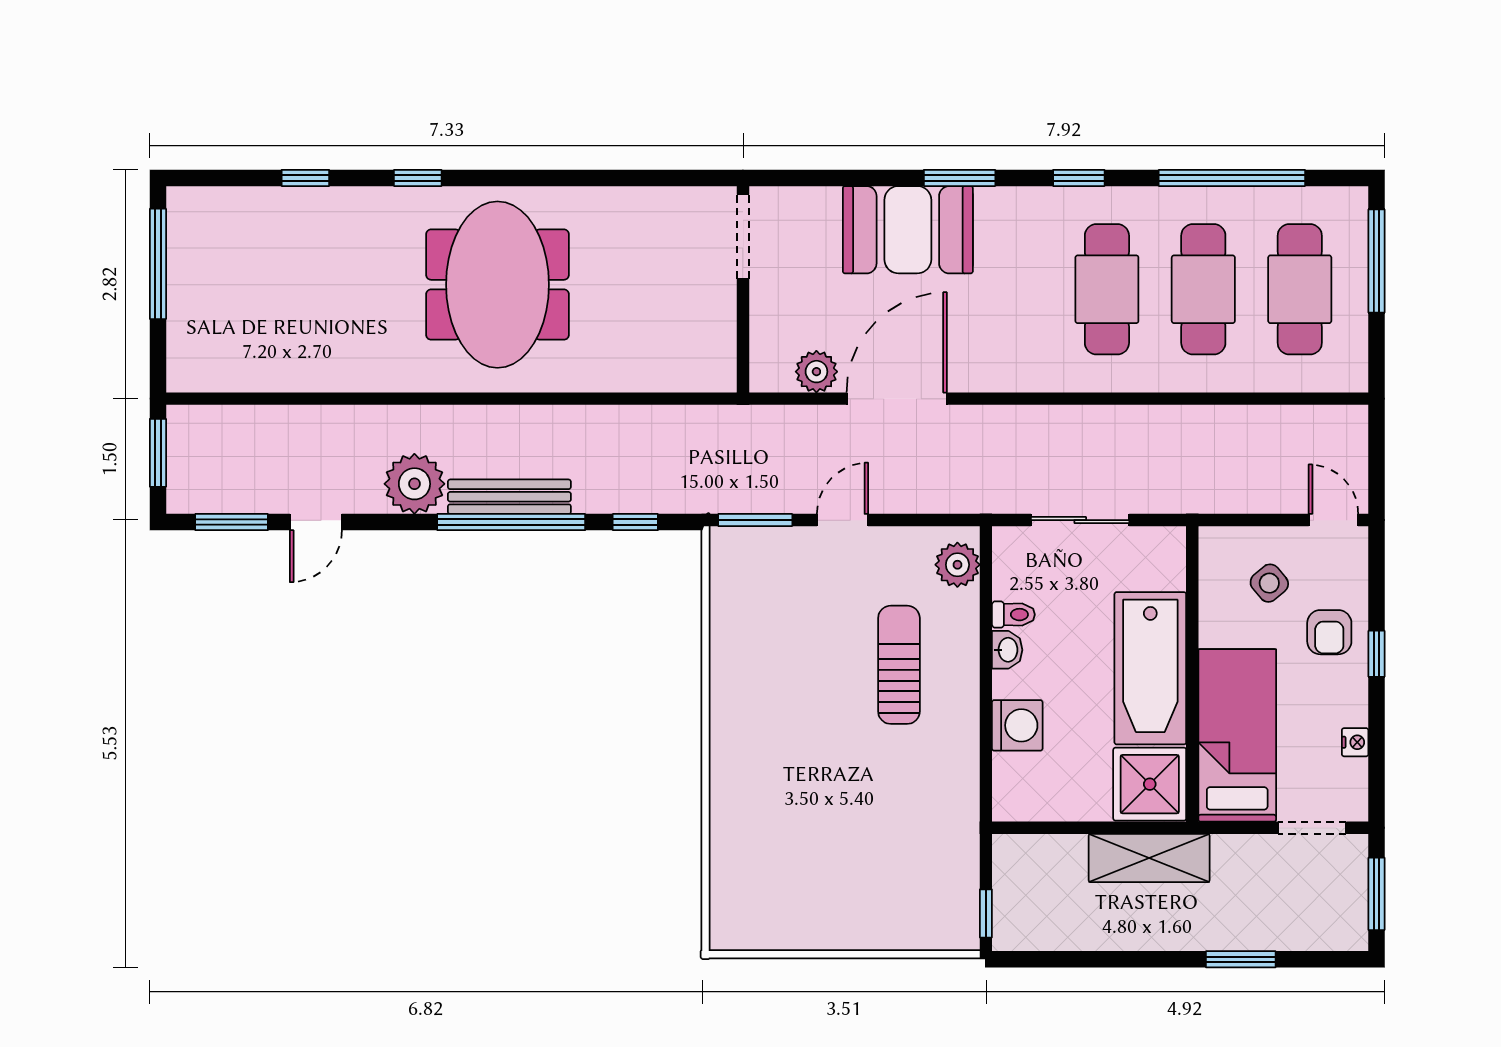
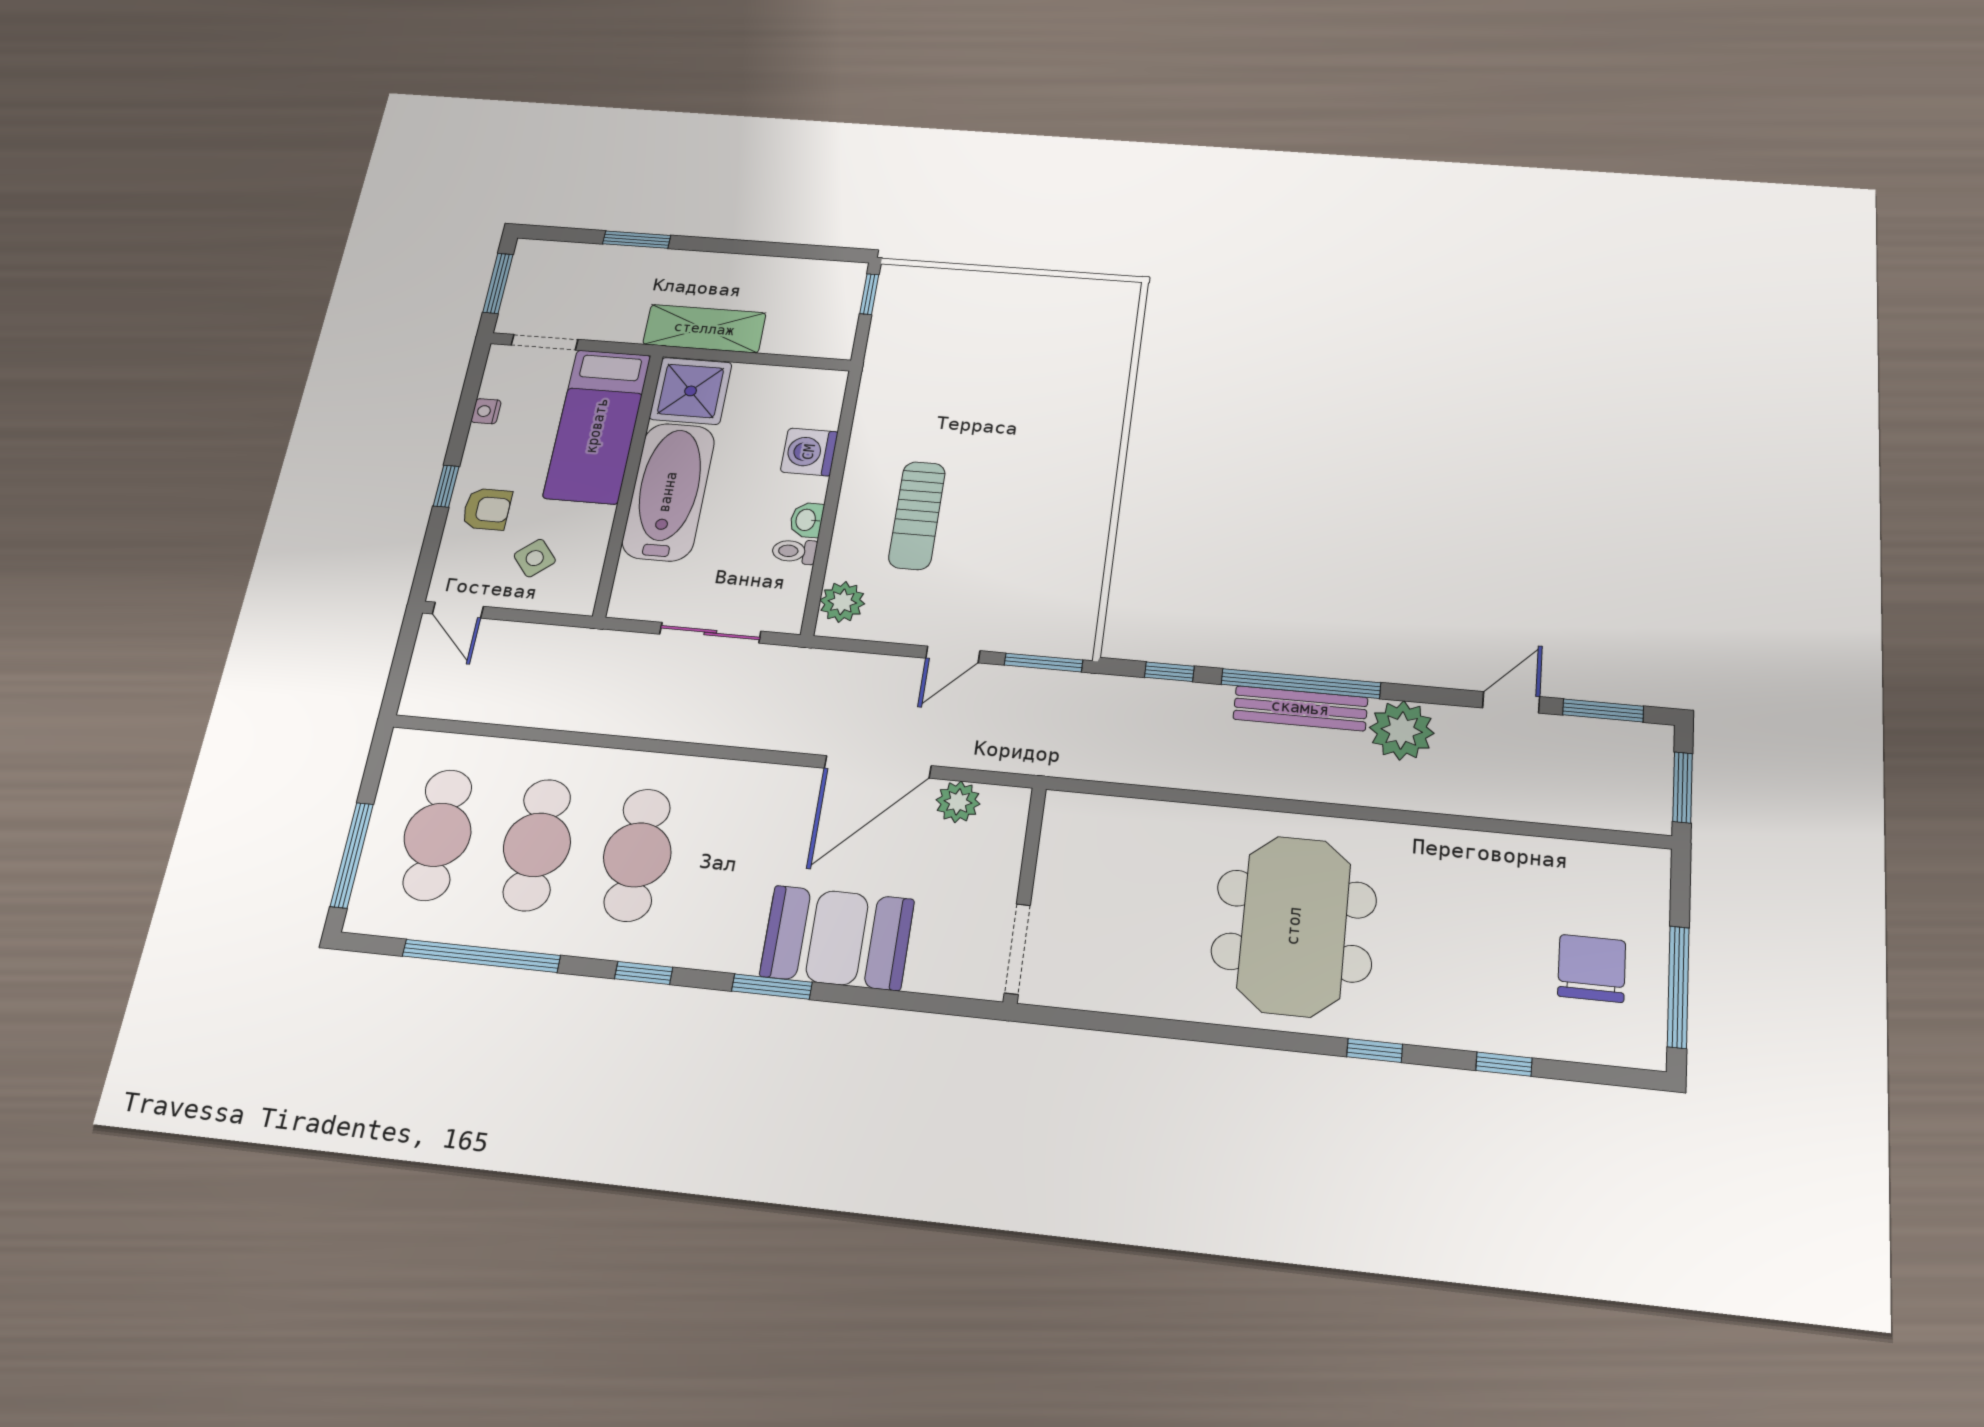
chair: (233, 273) -> (1592, 968), added
armchair: (1329, 632) -> (487, 509), turned 90

